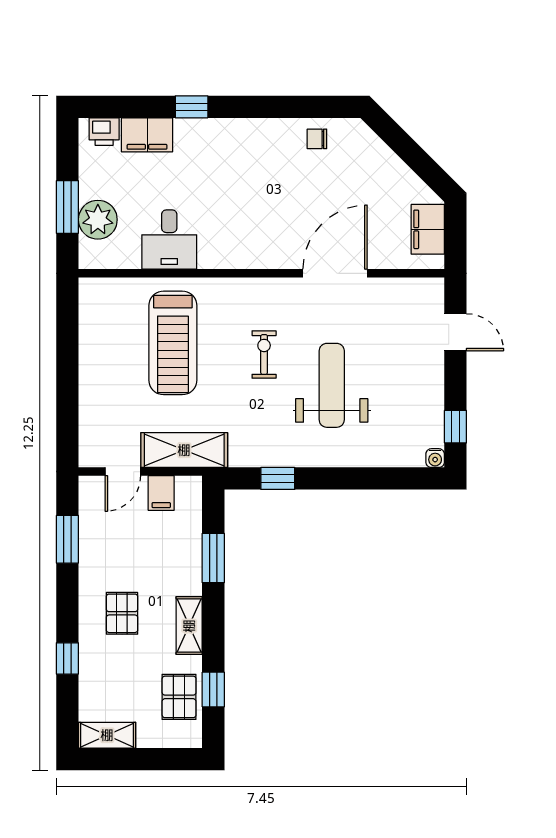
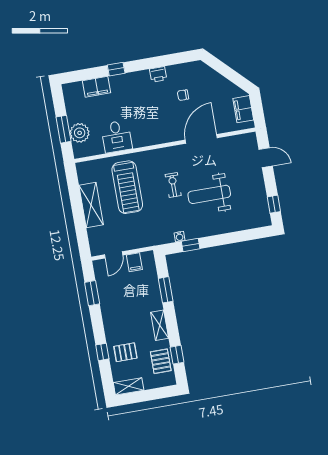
printer: (104, 132) -> (158, 74), moved
chair: (317, 139) -> (183, 95), moved
weight bench: (332, 385) -> (209, 194), turned -90
shelving: (184, 450) -> (91, 205), moved, turned 90
water cooler: (435, 458) -> (179, 237), moved
pallet: (122, 613) -> (125, 352), moved, turned 90

